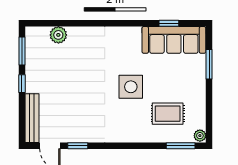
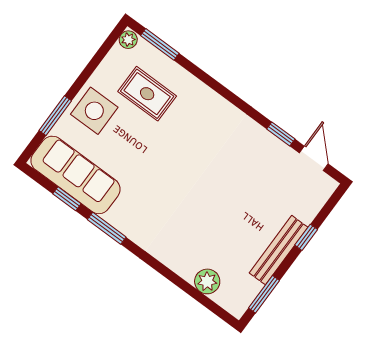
window: (135, 23) -> (107, 228), added
window: (22, 84) -> (306, 237), moved
side table: (131, 87) -> (94, 111), moved
bench: (32, 118) -> (279, 250), moved

